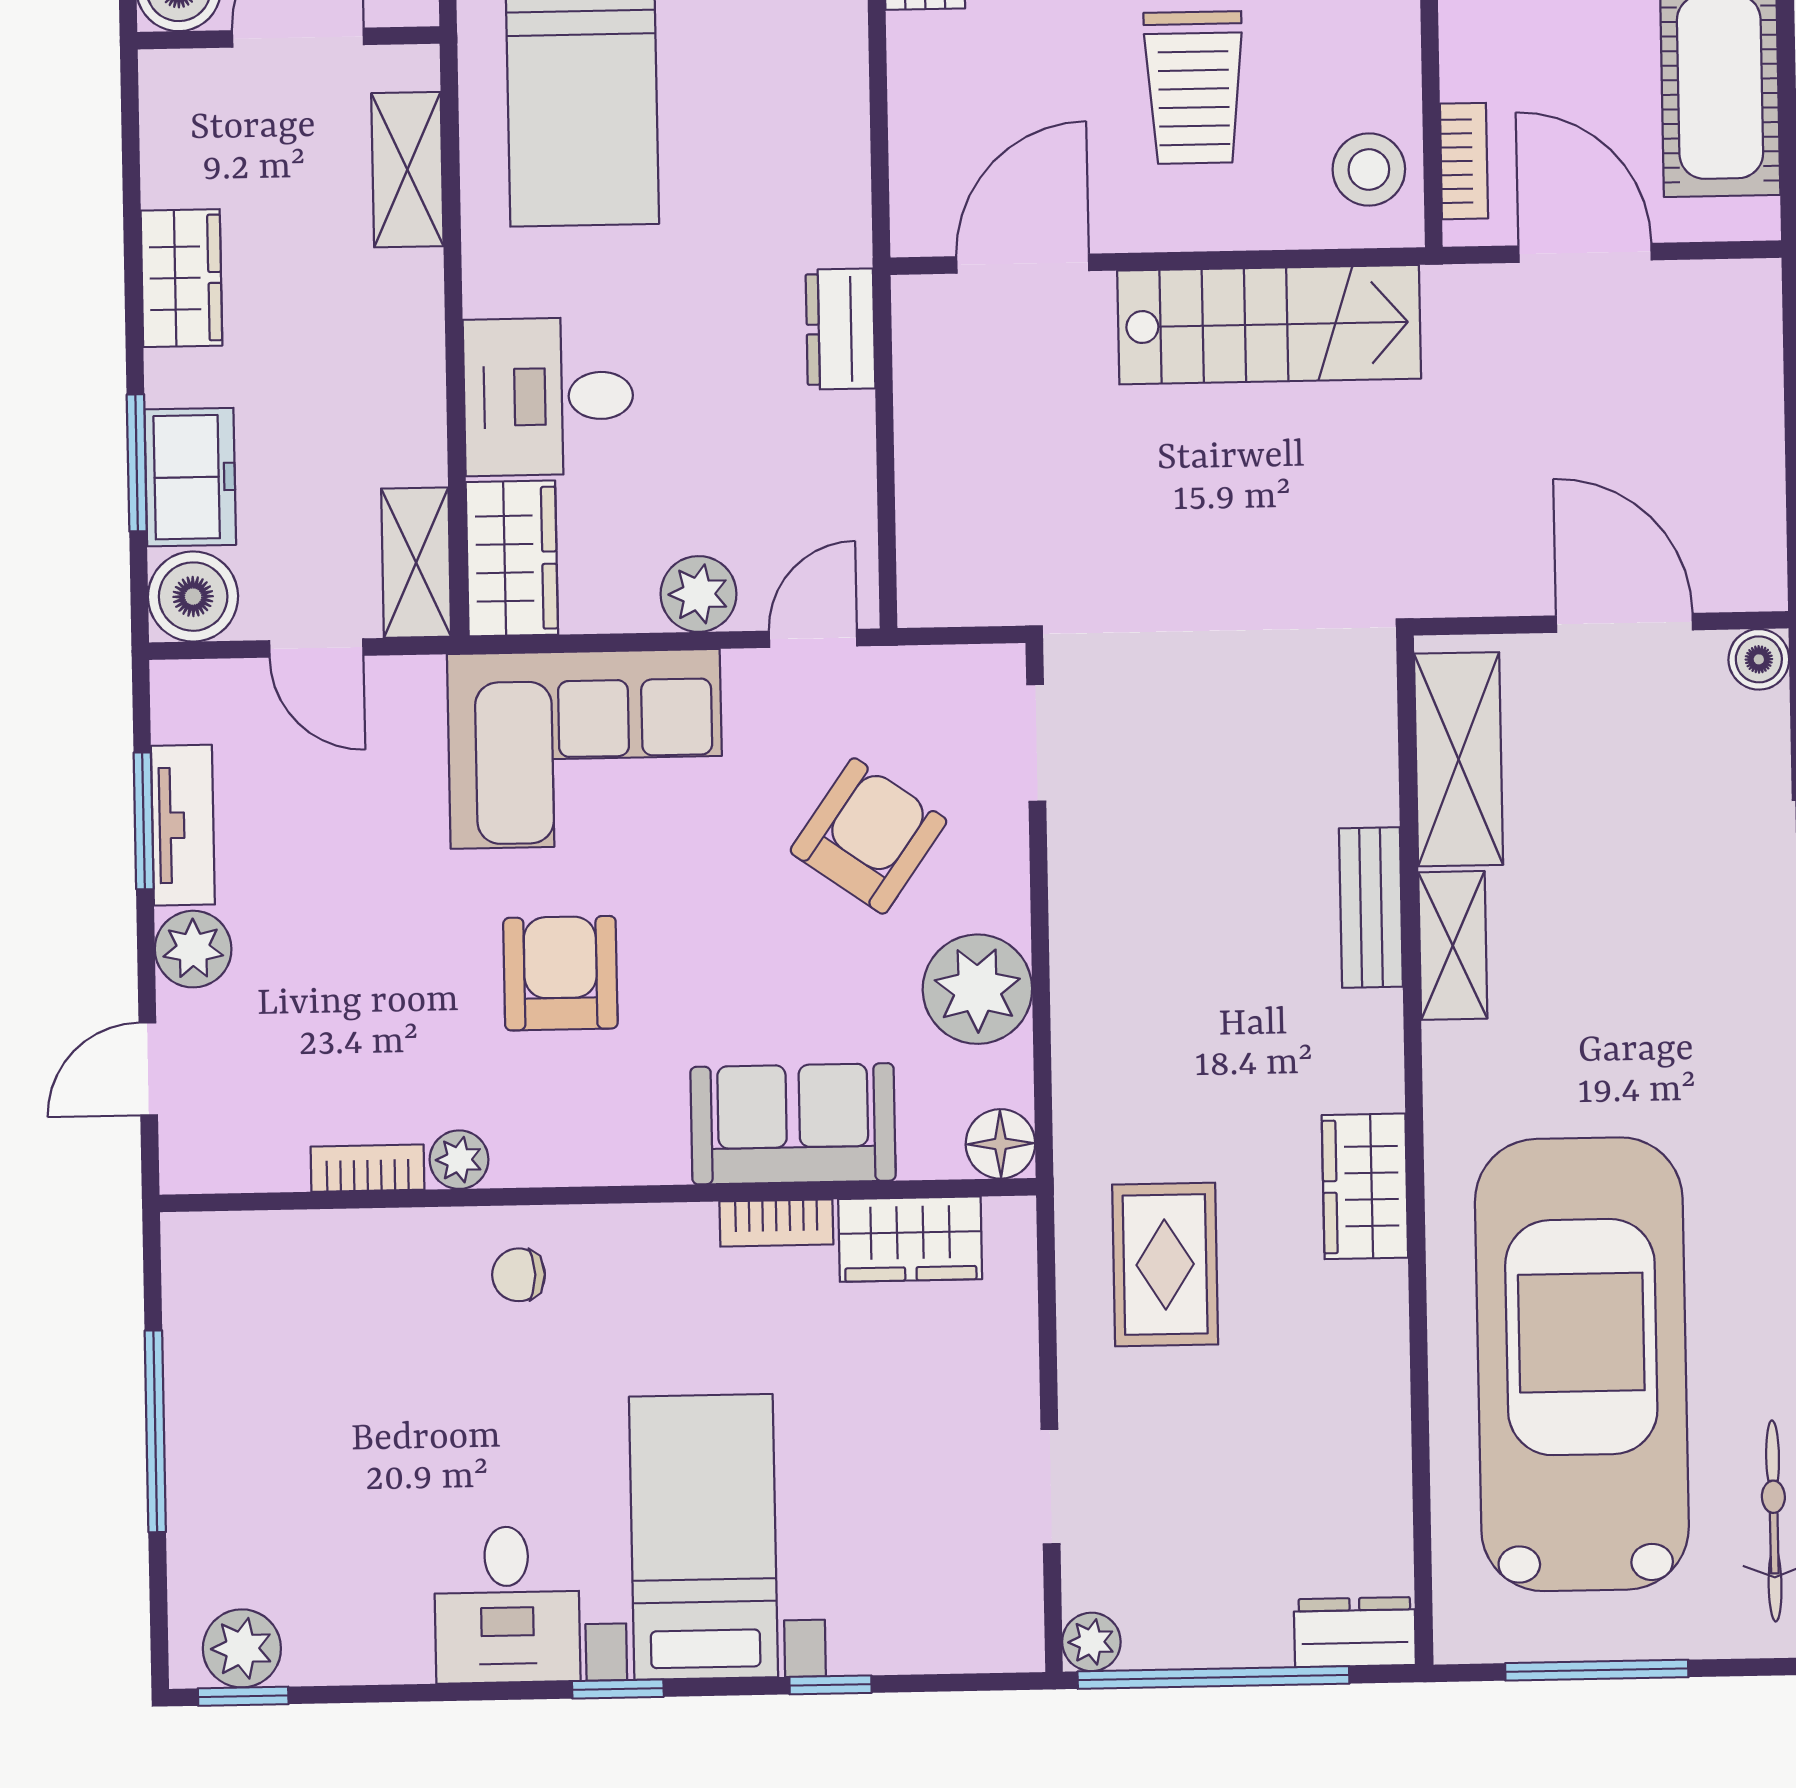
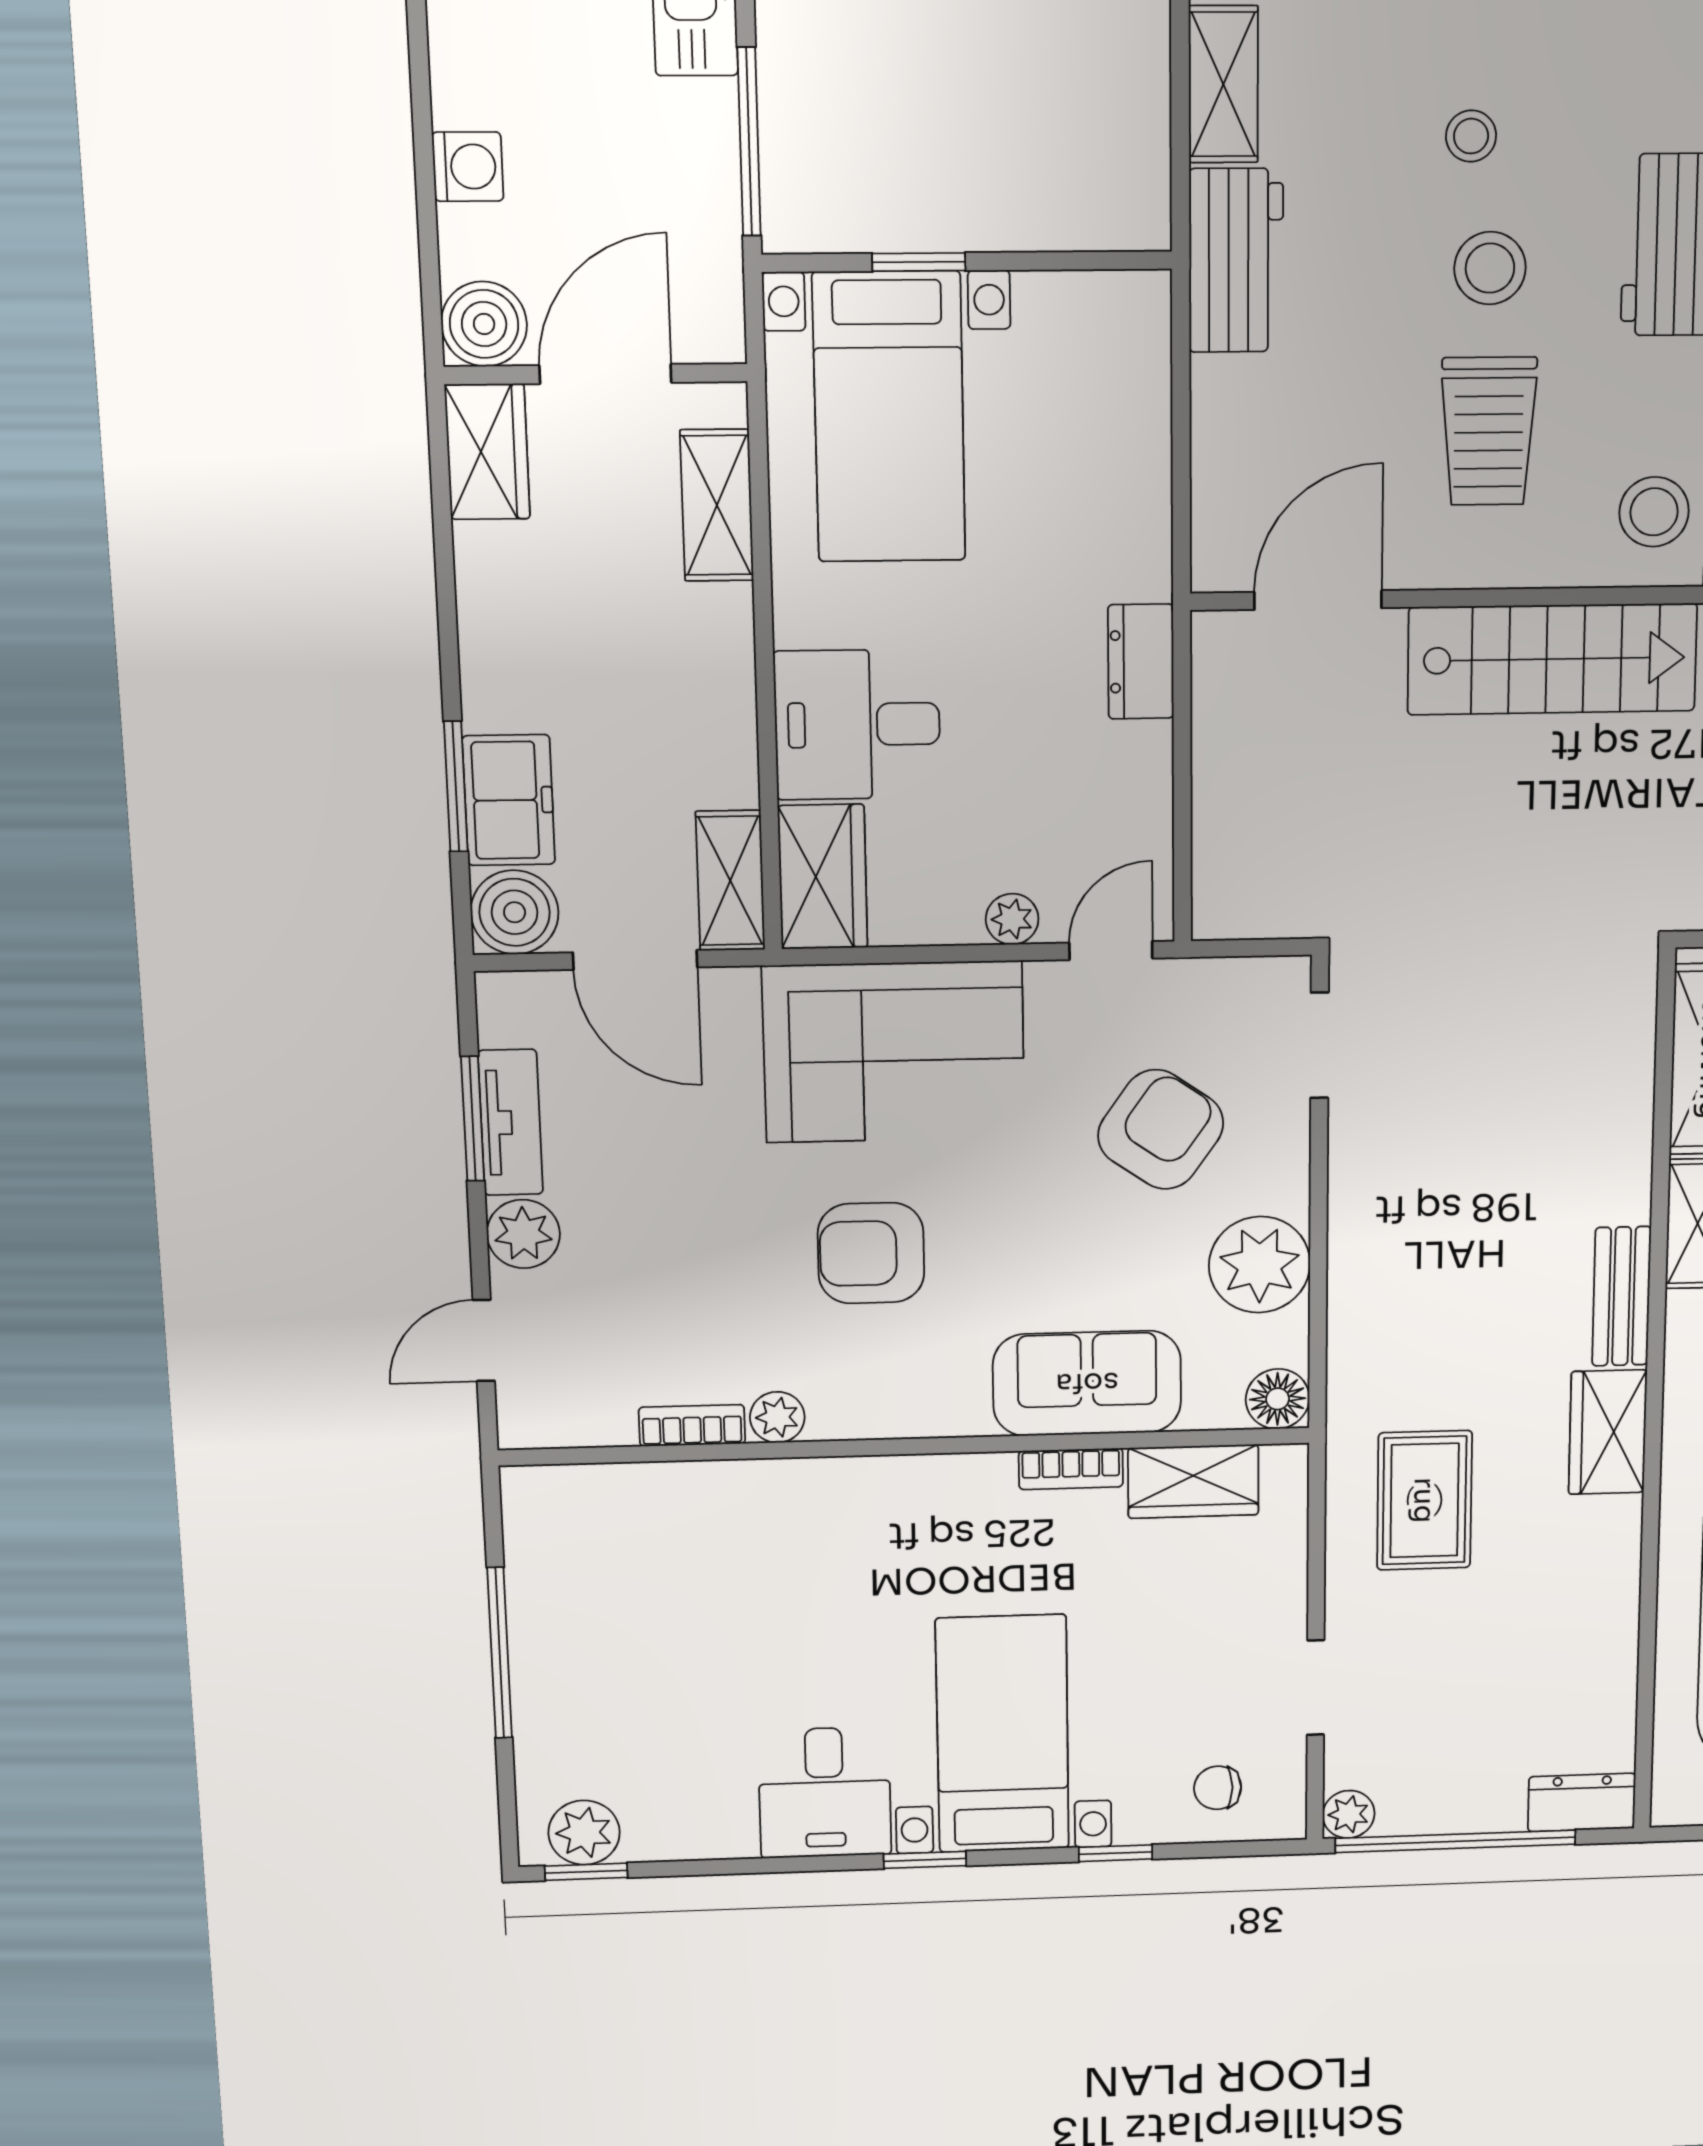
wardrobe: (181, 278) -> (487, 452), moved
plant: (699, 594) -> (1012, 919), width x0.73, depth x0.73
door: (316, 648) -> (635, 960), width x1.38
bench: (1371, 907) -> (1622, 1296), moved
armchair: (560, 973) -> (871, 1253), turned -90
chair: (519, 1275) -> (1218, 1788), moved

